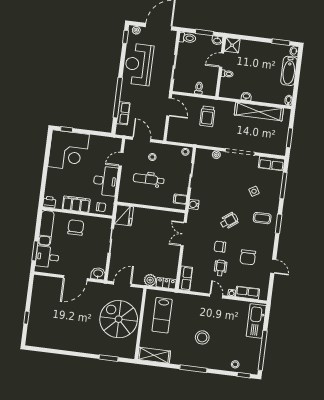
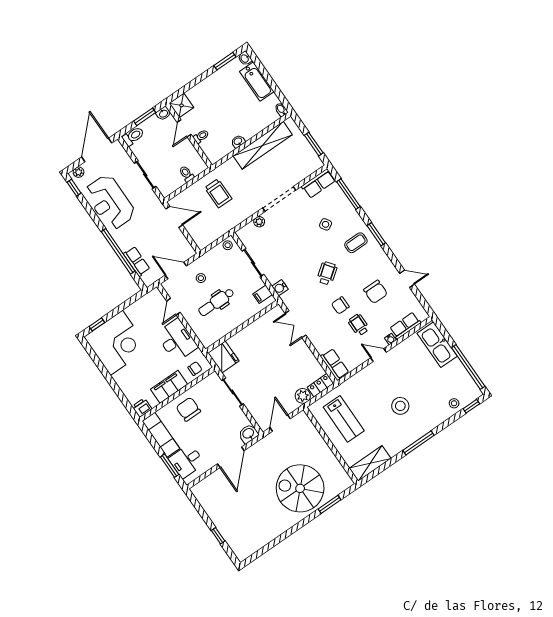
spiral stairs: (119, 319) -> (300, 488), moved

